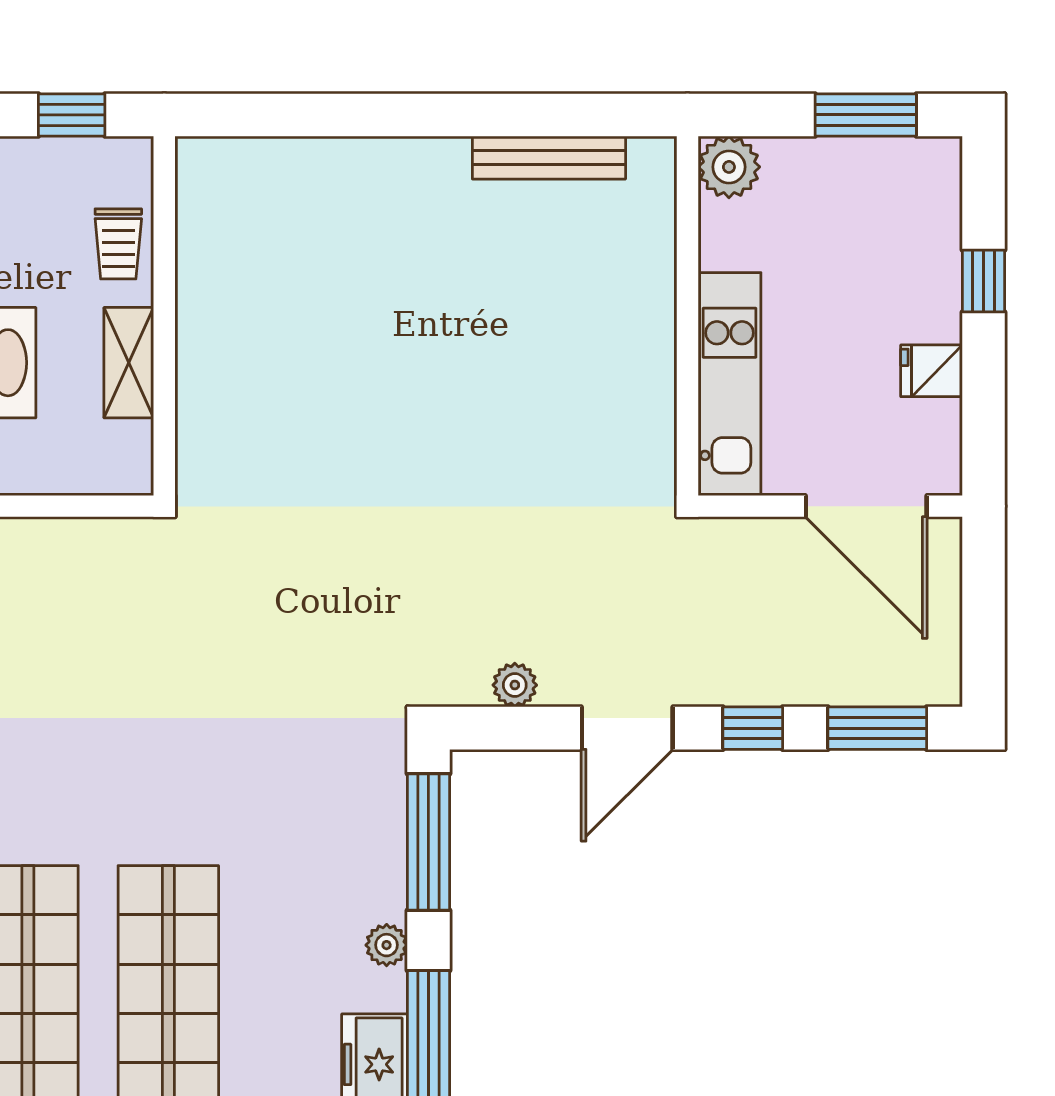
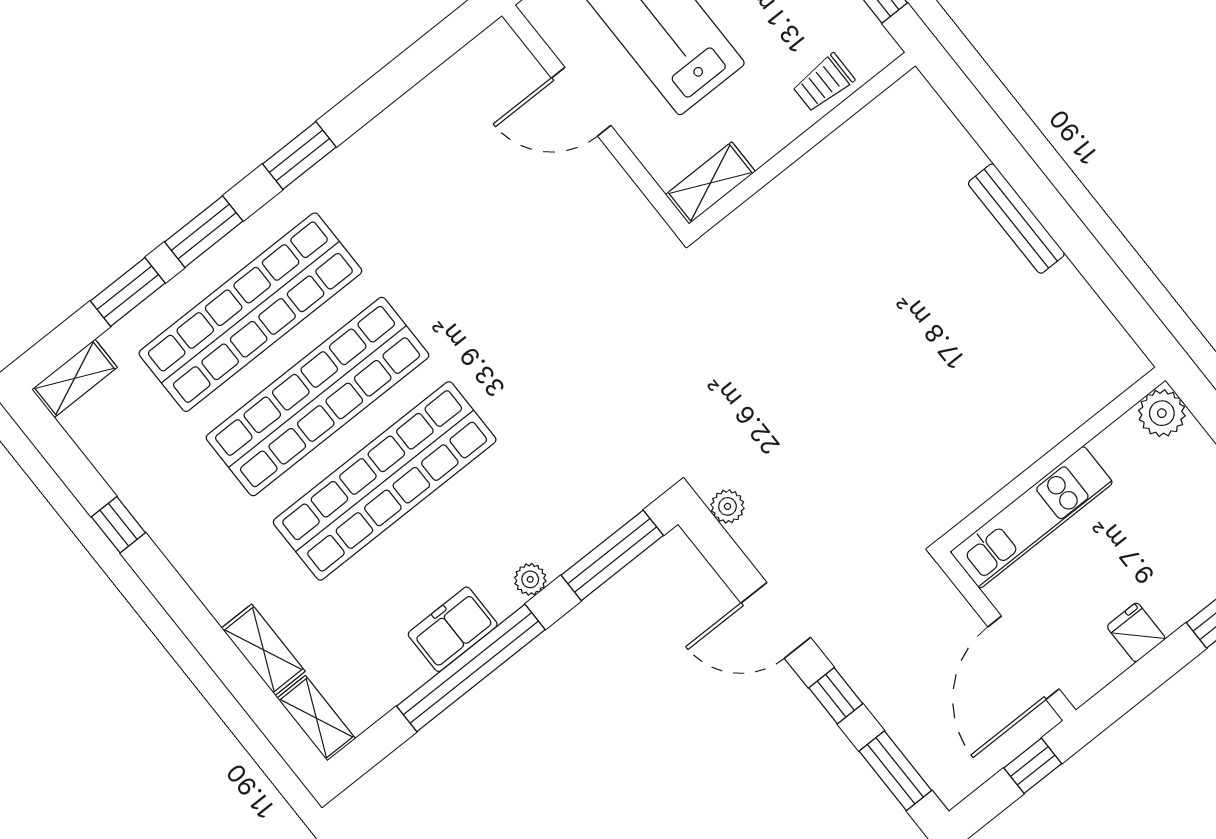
bench: (549, 158) -> (1016, 219), moved
shelving: (129, 363) -> (710, 183), moved
window: (984, 584) -> (1033, 766), added
plant: (515, 685) -> (728, 506), moved

